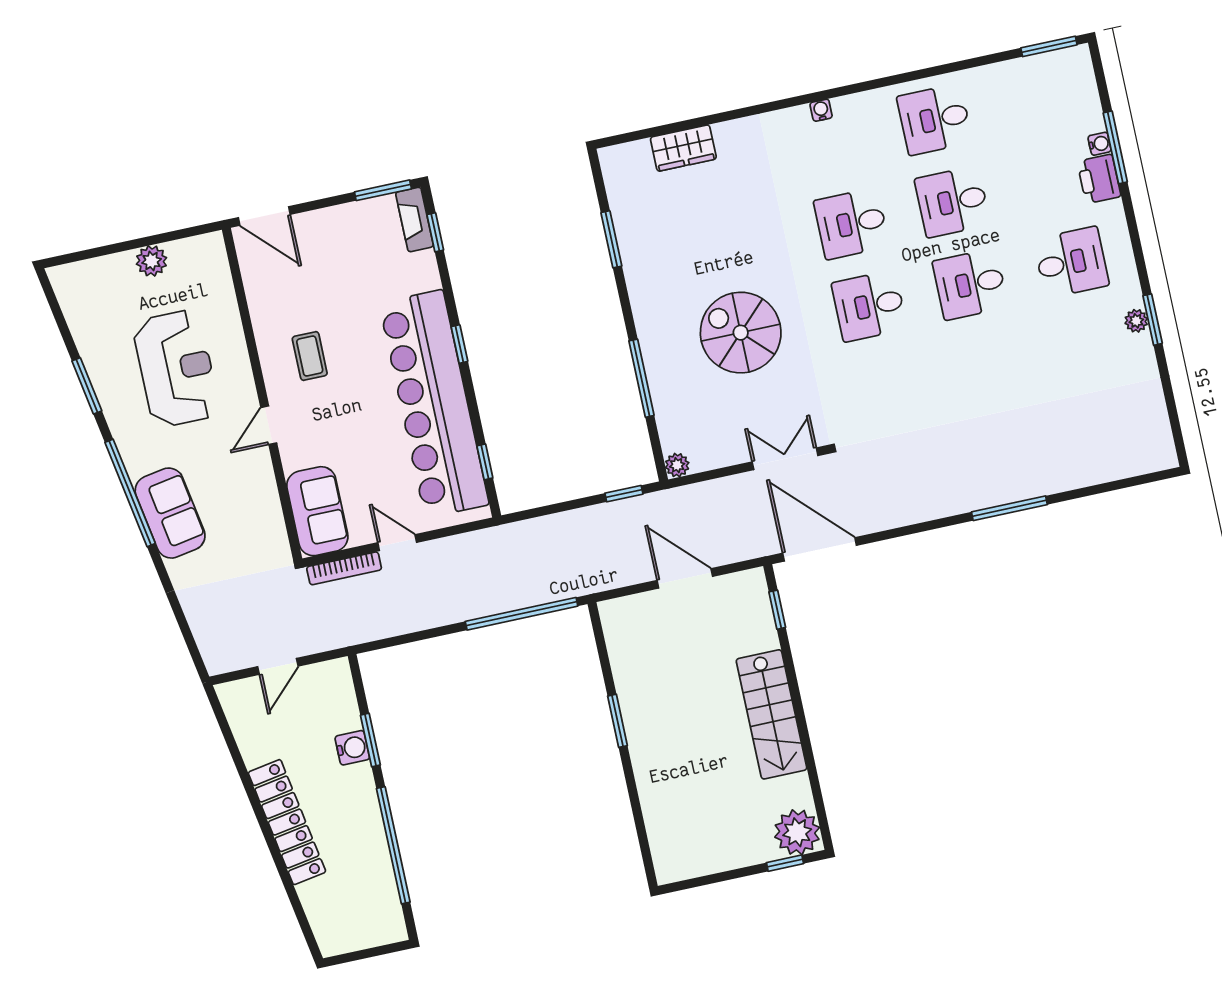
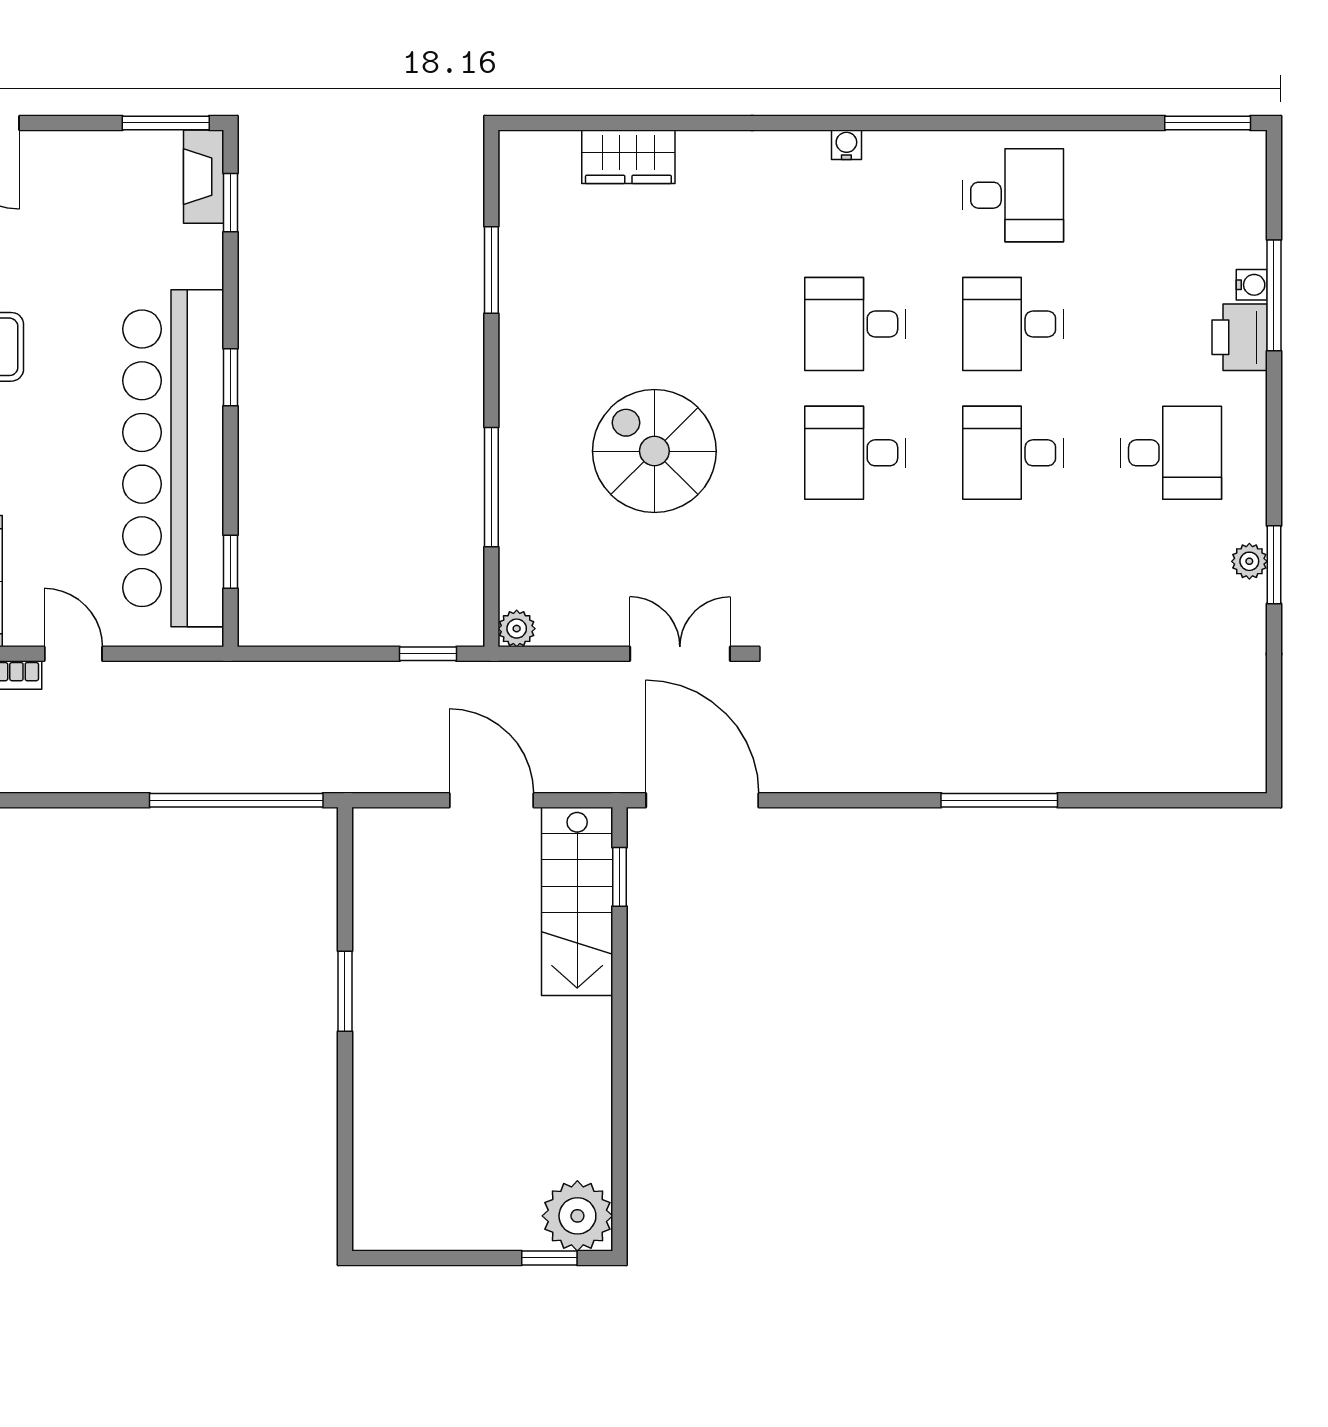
desk: (935, 119) -> (1013, 195), turned 180
stairs: (771, 714) -> (577, 901), moved

